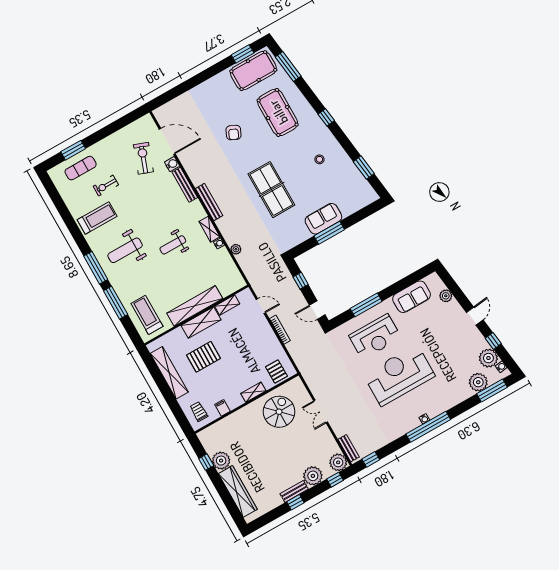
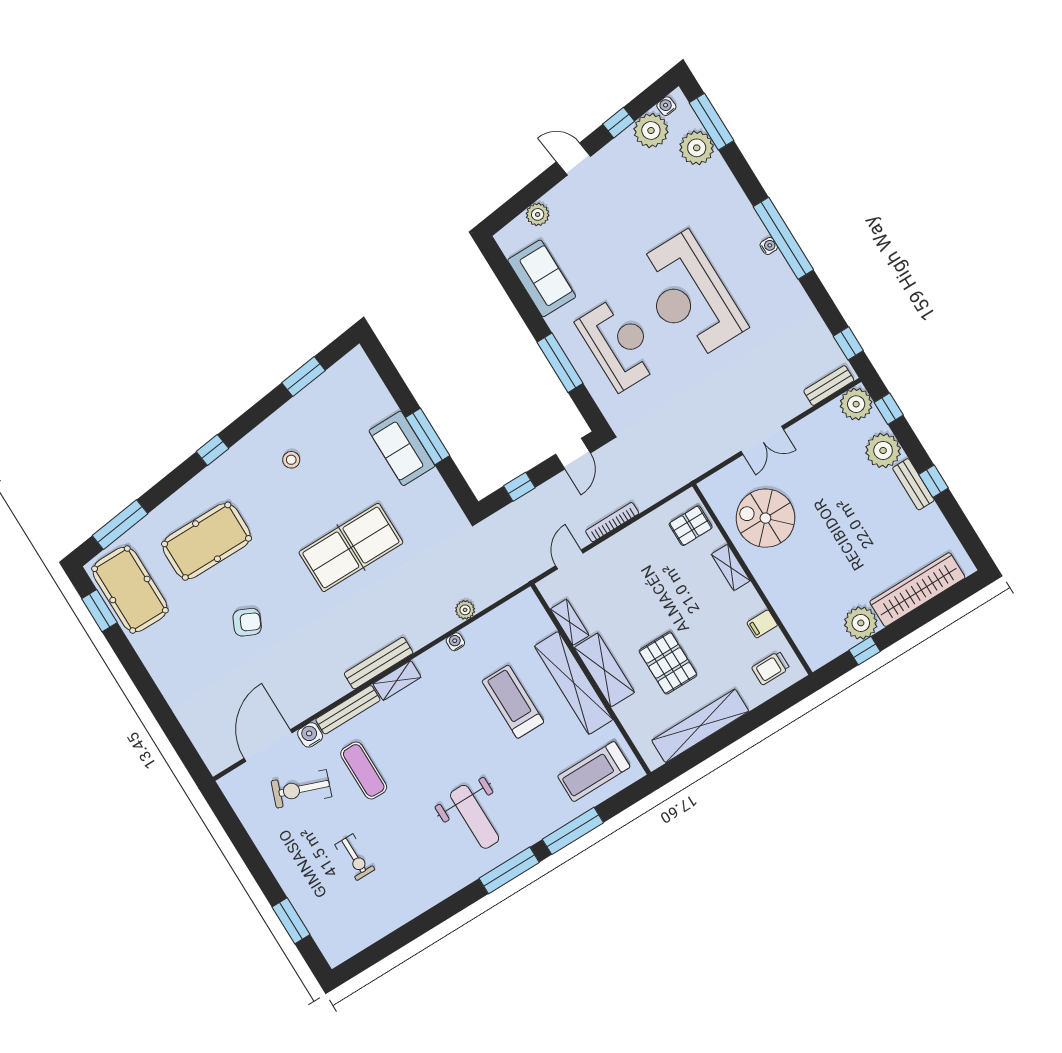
exercise mat: (81, 168) -> (364, 770), moved
treadmill: (97, 218) -> (513, 702), moved
shelving: (209, 229) -> (397, 680), moved
weight bench: (173, 245) -> (461, 728), removed

